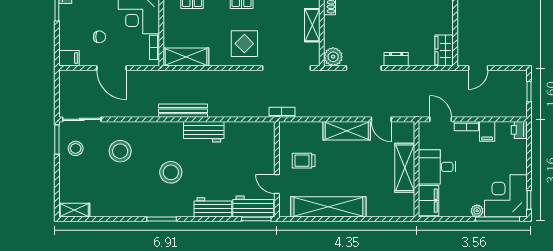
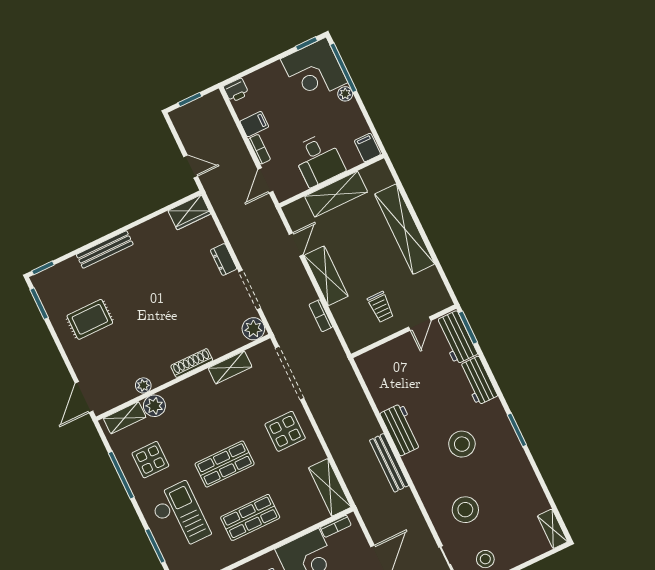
bookcase: (282, 112) -> (321, 316), moved
filing cabinet: (429, 201) -> (367, 147), width x0.50
shelving: (328, 207) -> (405, 229), moved

